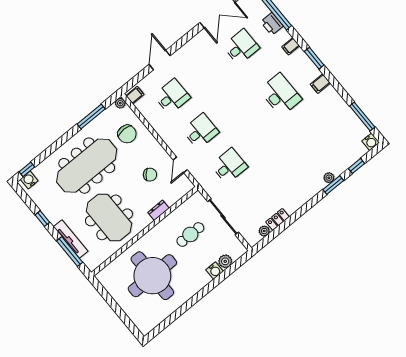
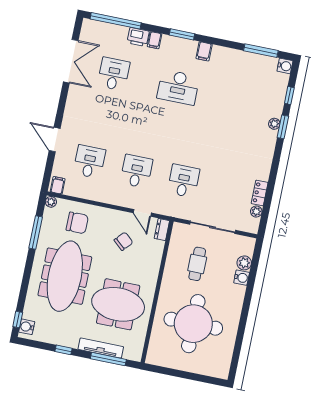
printer: (272, 24) -> (138, 37), moved
desk: (280, 95) -> (178, 87), turned 180
dresser: (158, 210) -> (162, 230), moved

